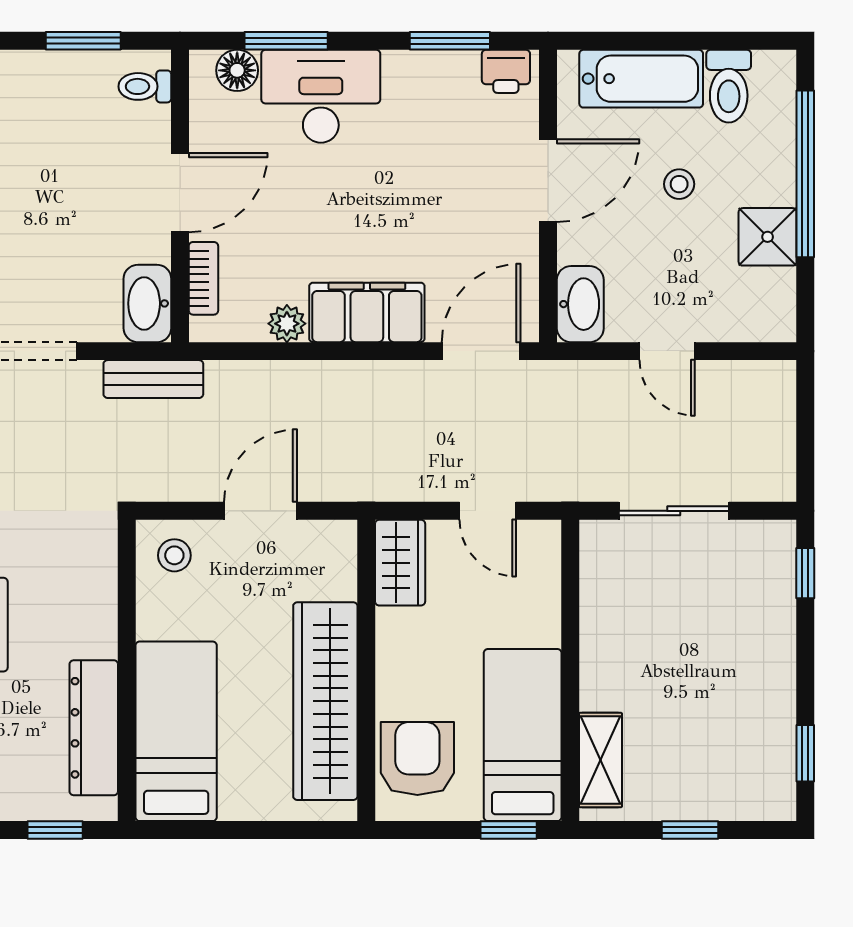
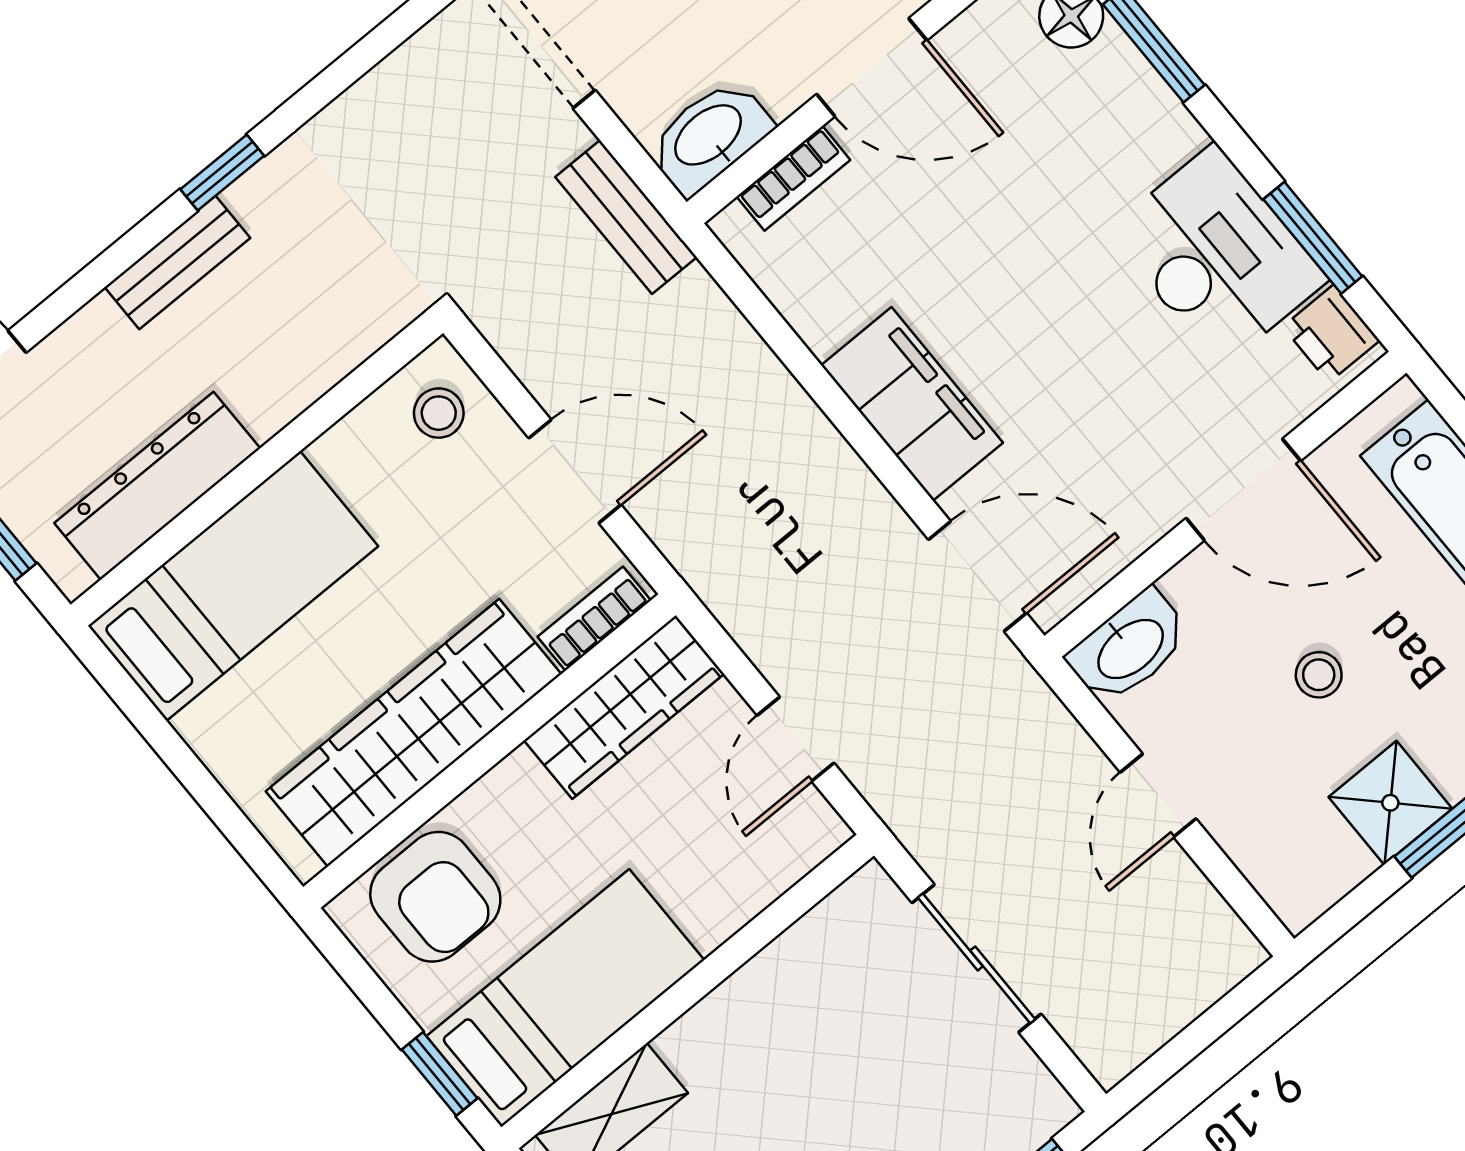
desk: (321, 96) -> (1218, 255), moved
stool: (679, 184) -> (1319, 675), moved
plant: (287, 324) -> (821, 321), removed
bookcase: (343, 562) -> (594, 619), added
wardrobe: (400, 563) -> (624, 707), width x1.50
armchair: (417, 758) -> (435, 897), turned 90

